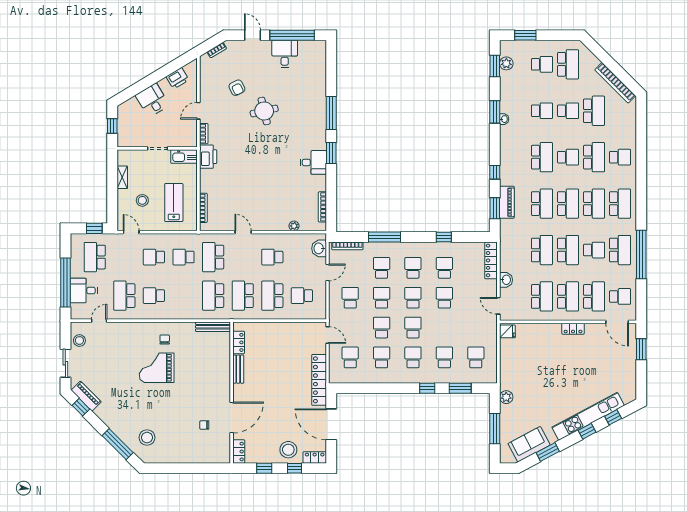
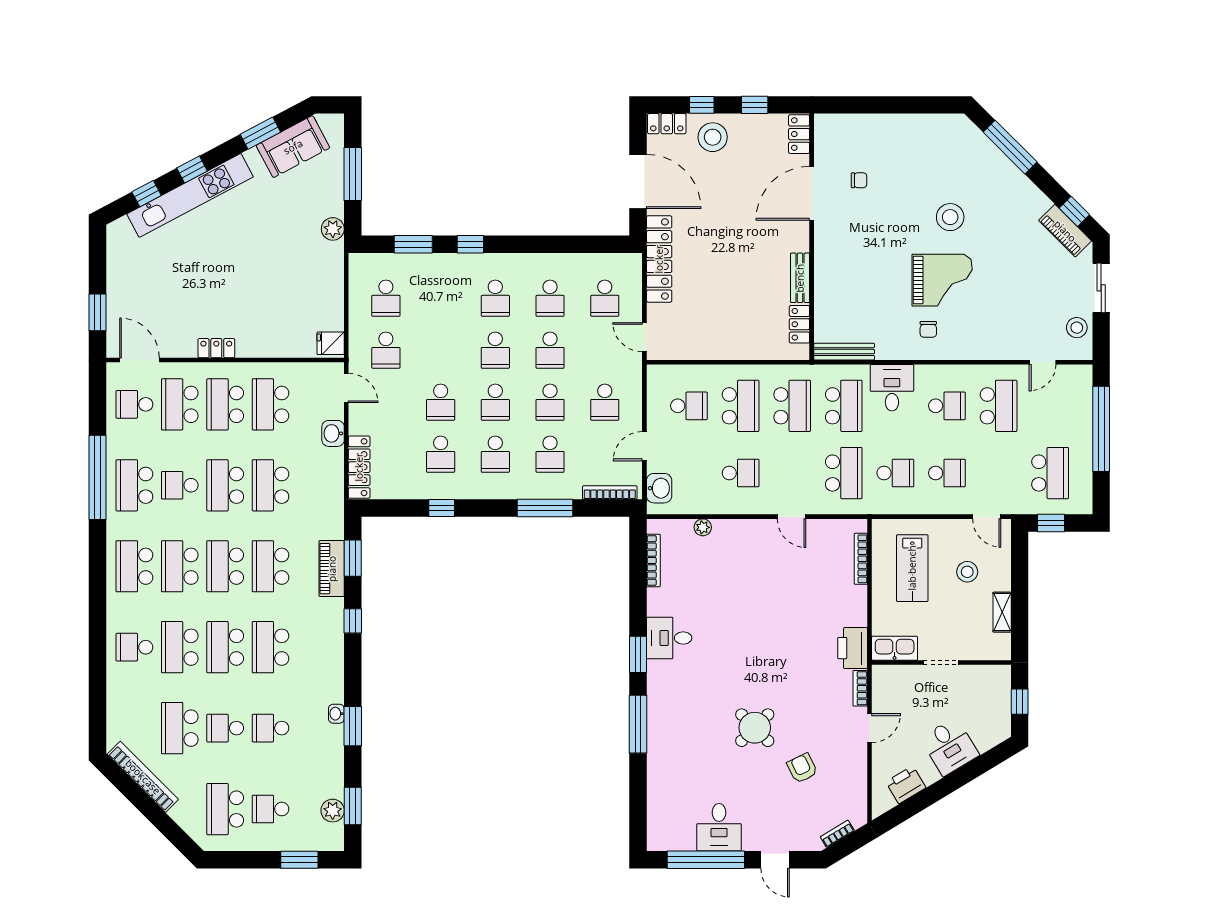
round table: (264, 111) -> (755, 728), turned -32
school desk: (568, 157) -> (225, 647), width x1.85
desk: (84, 291) -> (892, 388), moved, turned -90
school desk: (444, 357) -> (386, 350), moved
stool: (147, 438) -> (950, 217), moved

